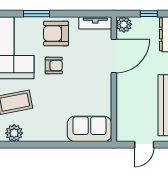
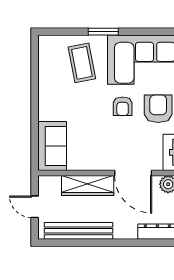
wardrobe: (125, 97) -> (88, 186), added
plant: (14, 133) -> (48, 62), removed

